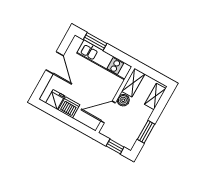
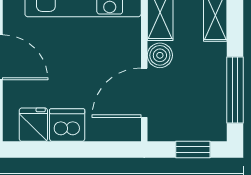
window: (146, 132) -> (235, 90), width x1.44

